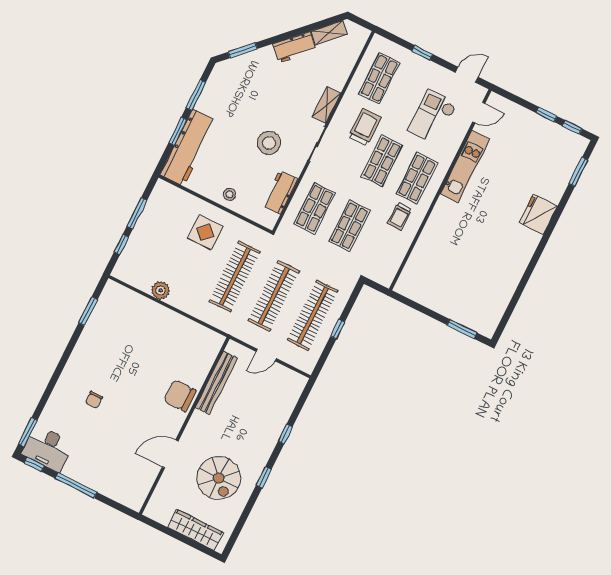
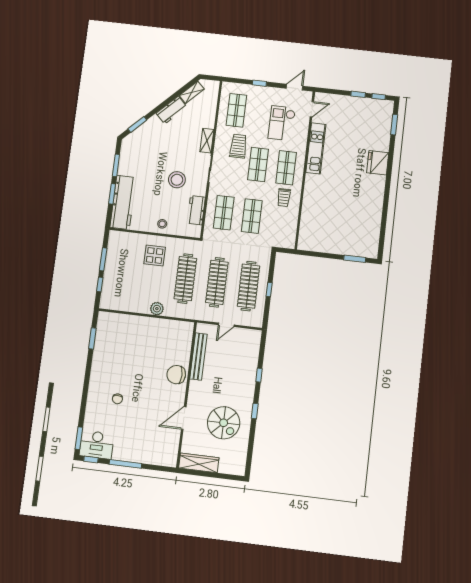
plant: (161, 290) -> (157, 309), moved
wardrobe: (195, 530) -> (199, 463), moved

